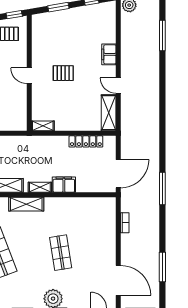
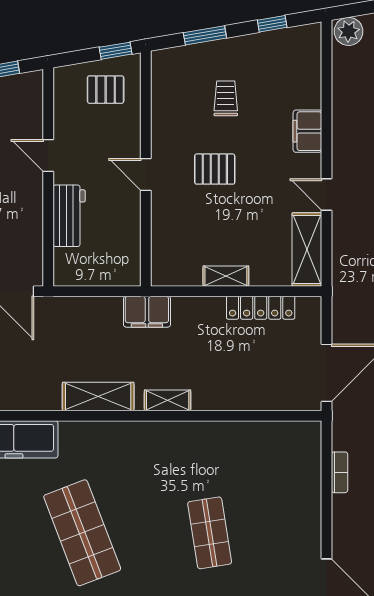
trolley: (69, 38) -> (226, 98), added
shelving: (43, 126) -> (226, 276), moved
filing cabinet: (64, 185) -> (147, 312), moved, turned 180
shelving: (26, 204) -> (140, 435), removed

